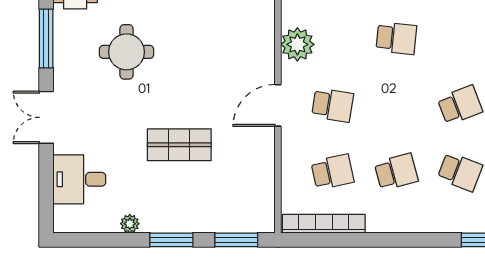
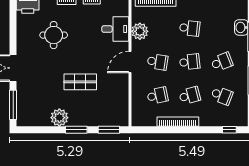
window: (46, 38) -> (13, 105), moved
school desk: (396, 105) -> (190, 62), added
desk: (79, 179) -> (115, 29), moved, turned 180
plant: (130, 224) -> (59, 118), width x1.88, depth x1.88
bookcase: (324, 224) -> (178, 122), moved

